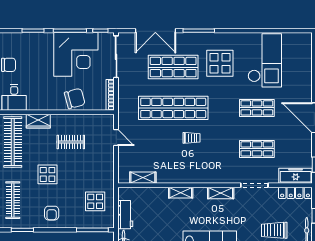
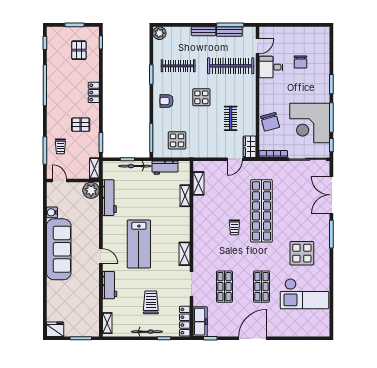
shop shelf: (173, 67) -> (299, 211), removed
wardrobe: (38, 121) -> (250, 147), moved
shelving: (181, 193) -> (185, 196), moved

